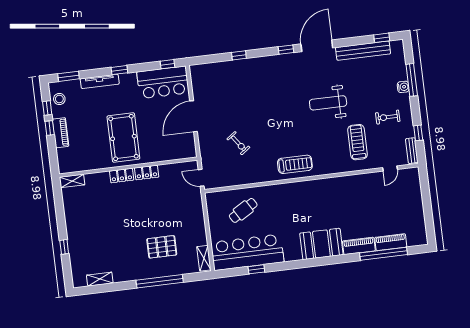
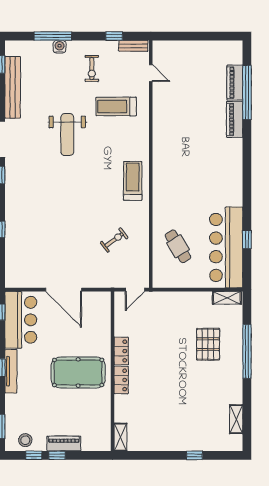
tv unit: (100, 81) -> (11, 371), moved
exercise bike: (238, 143) -> (114, 240), moved
booth: (321, 244) -> (227, 162), removed

